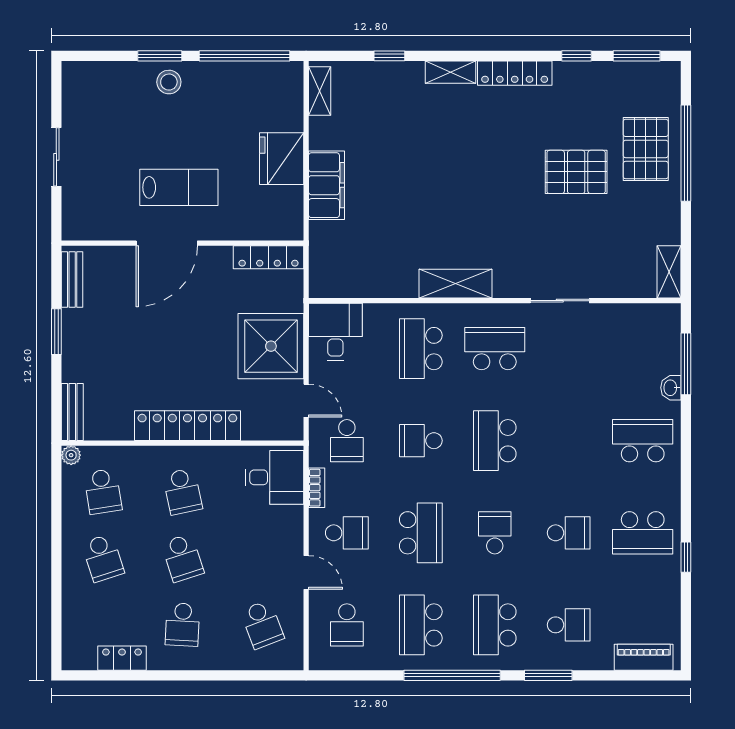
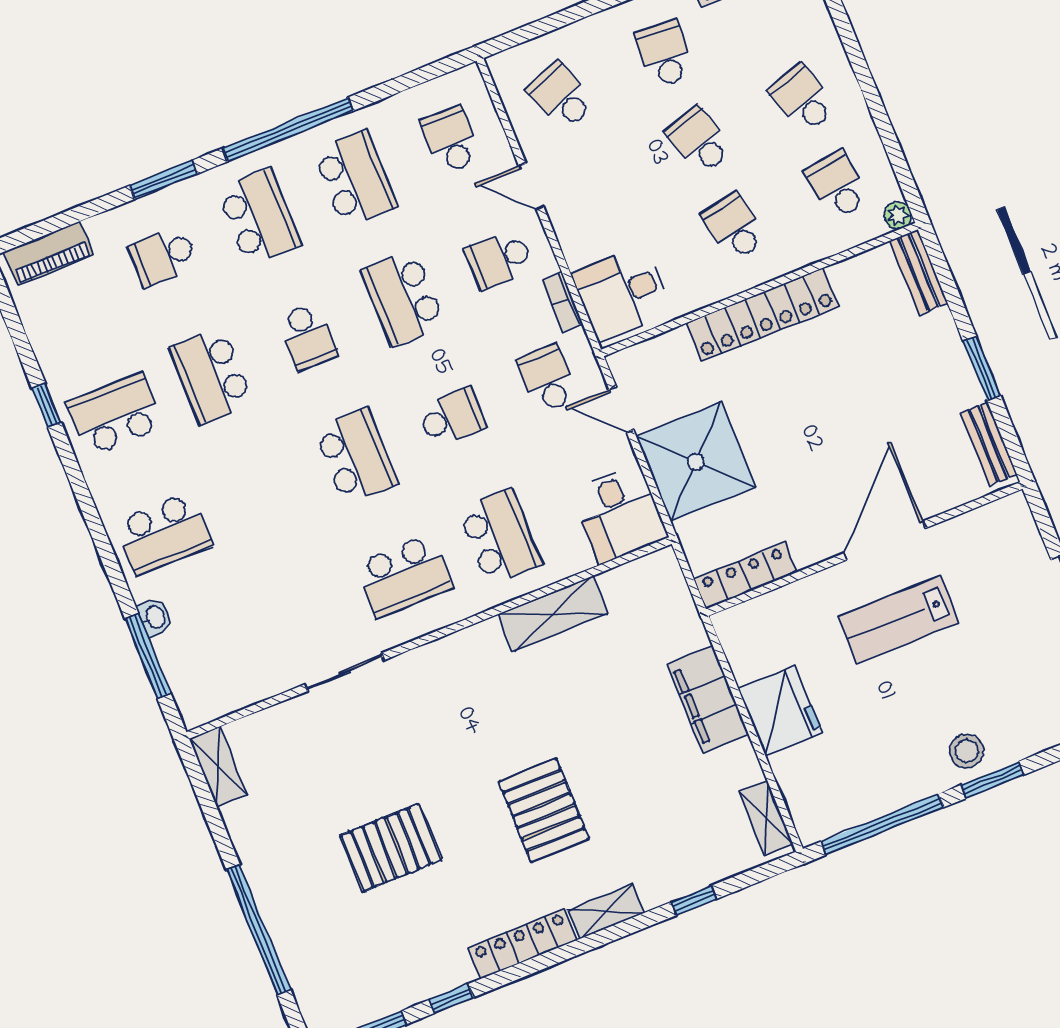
pallet: (646, 149) -> (544, 810), moved
shelving: (456, 284) -> (553, 614), moved
school desk: (569, 533) -> (211, 376), width x1.85

